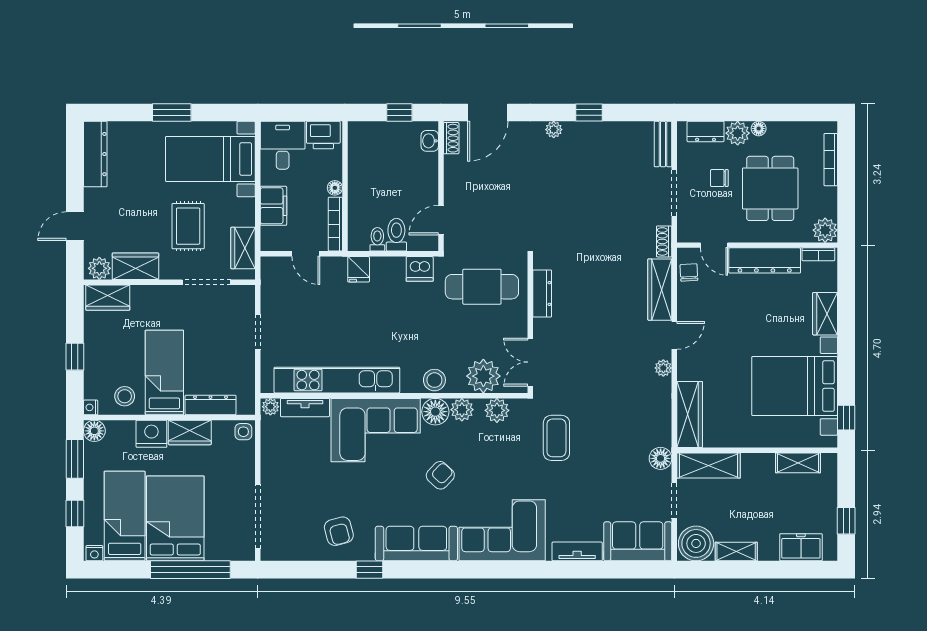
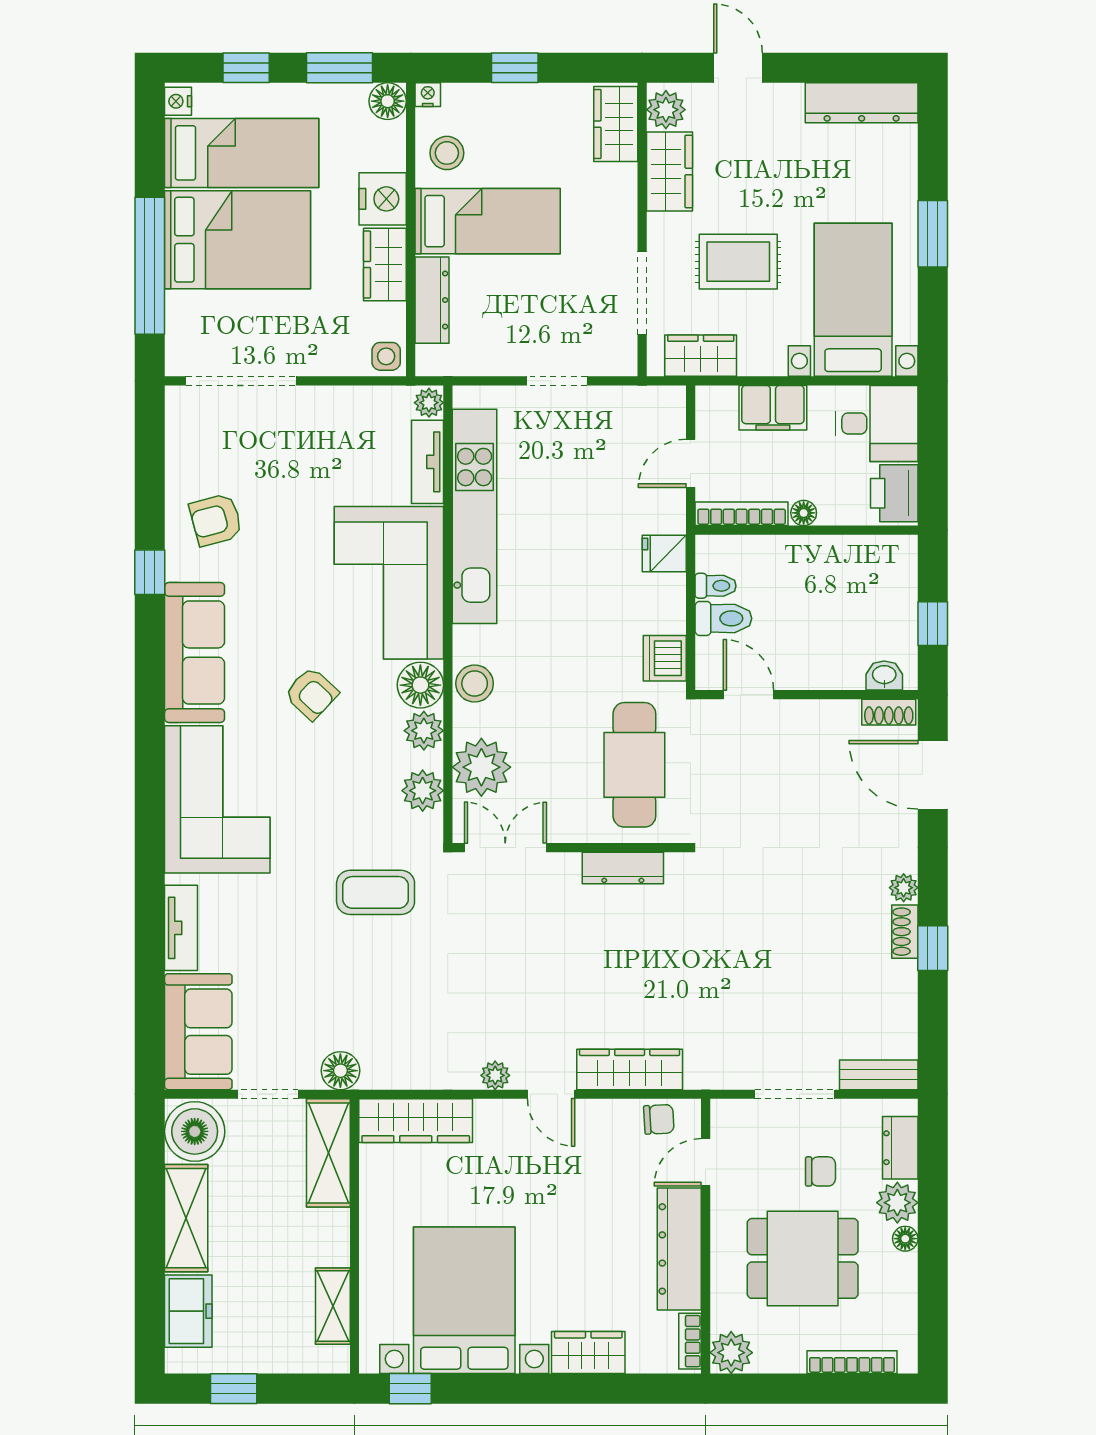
chair: (719, 178) -> (820, 1171), turned 90
shoe rack: (664, 241) -> (905, 932), moved, turned -90
shelving: (736, 552) -> (186, 1218), width x1.50, depth x1.33

